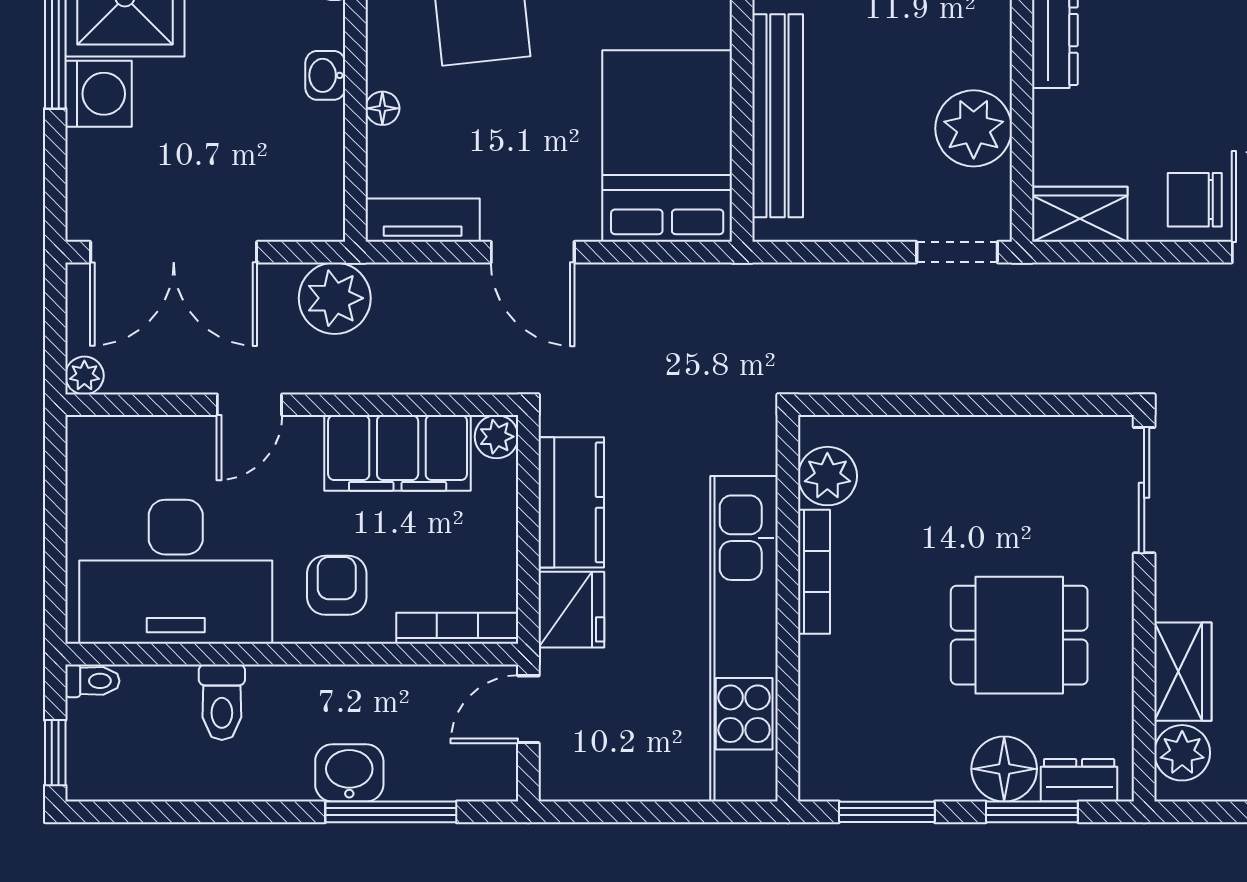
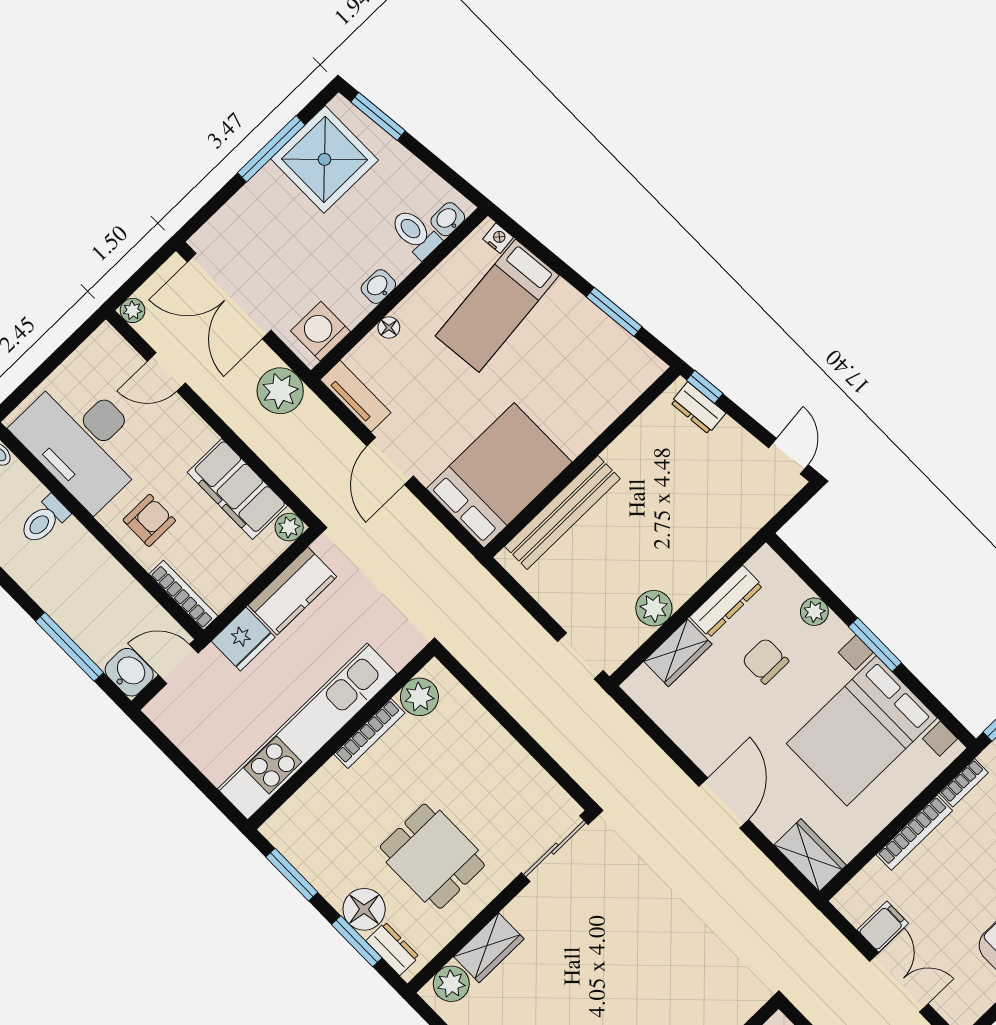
washing machine: (98, 94) -> (320, 331), moved, turned 180
plant: (974, 128) -> (654, 608), width x0.73, depth x0.73
chair: (1195, 200) -> (765, 661), moved
wardrobe: (1080, 214) -> (678, 653), moved, turned 90
door: (249, 405) -> (166, 372), moved
washbasin: (349, 773) -> (129, 672), moved

